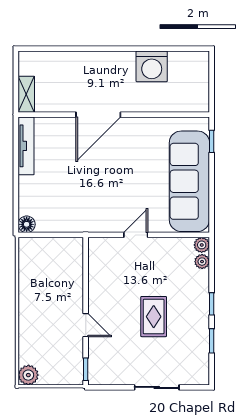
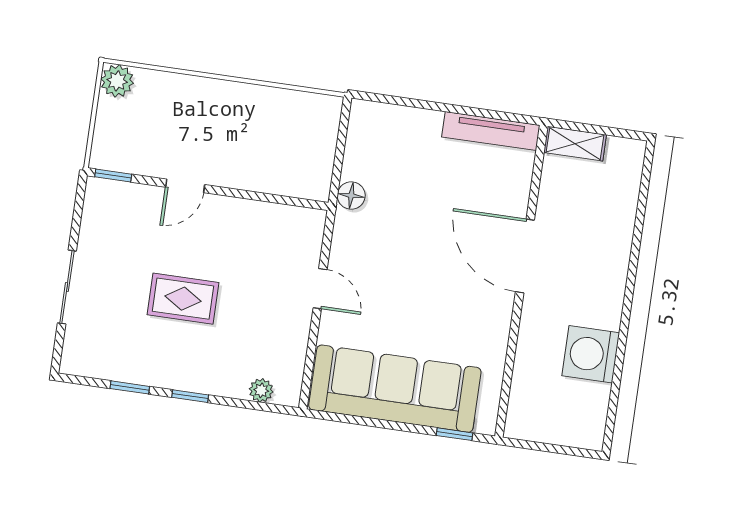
floor lamp: (27, 224) -> (351, 196), moved
plant: (202, 245) -> (288, 394), removed

